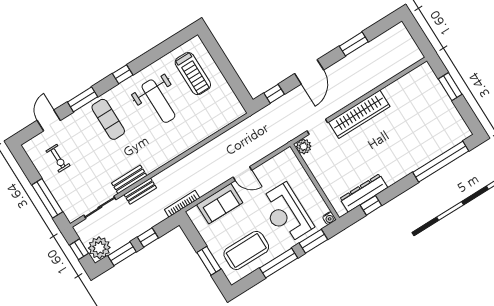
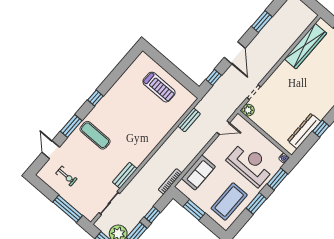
treadmill: (193, 74) -> (159, 87), moved
weight bench: (158, 101) -> (129, 110), removed
wardrobe: (359, 114) -> (306, 46), moved
door: (242, 174) -> (223, 128), moved
bench: (140, 191) -> (189, 120), moved
window: (371, 205) -> (321, 129), moved
reception desk: (286, 213) -> (250, 164), turned 180
window: (209, 261) -> (194, 210), moved
window: (279, 263) -> (256, 203), width x0.69

